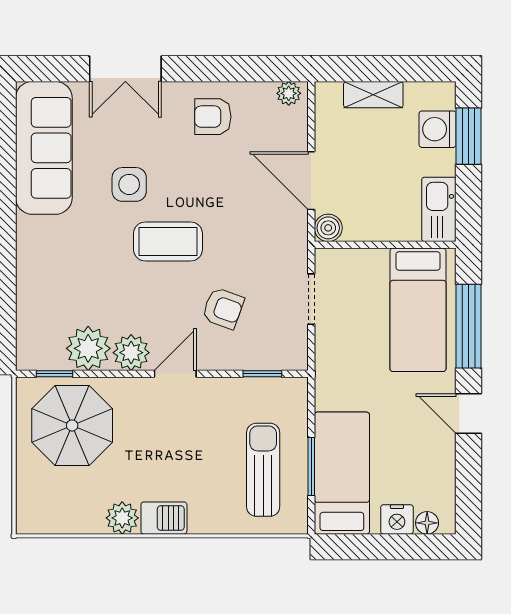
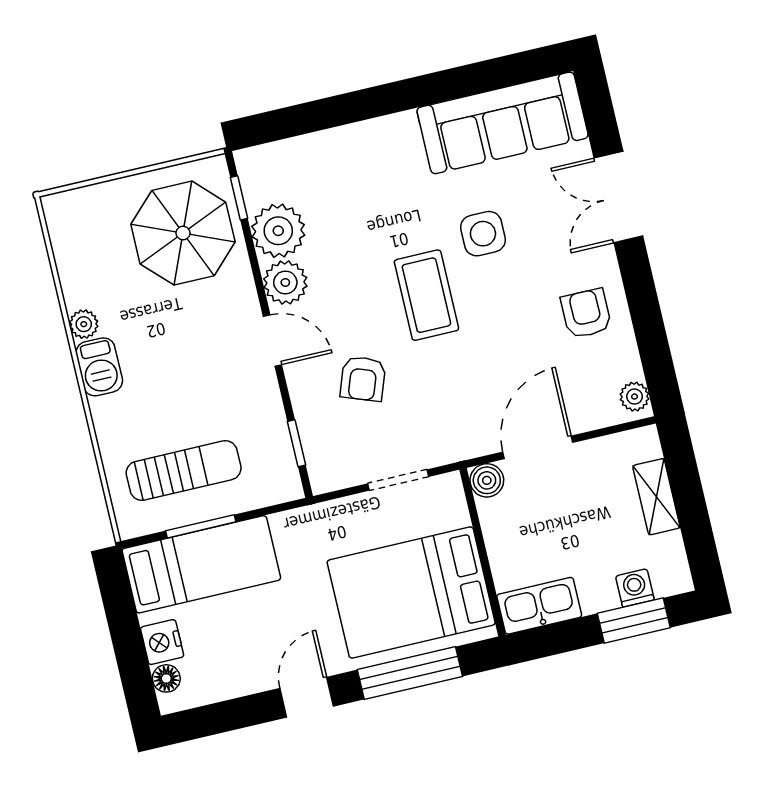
washing machine: (438, 129) -> (635, 588), width x0.73, depth x0.73
bed: (418, 310) -> (411, 593), width x1.50
plant: (122, 518) -> (84, 324), width x0.73, depth x0.73

